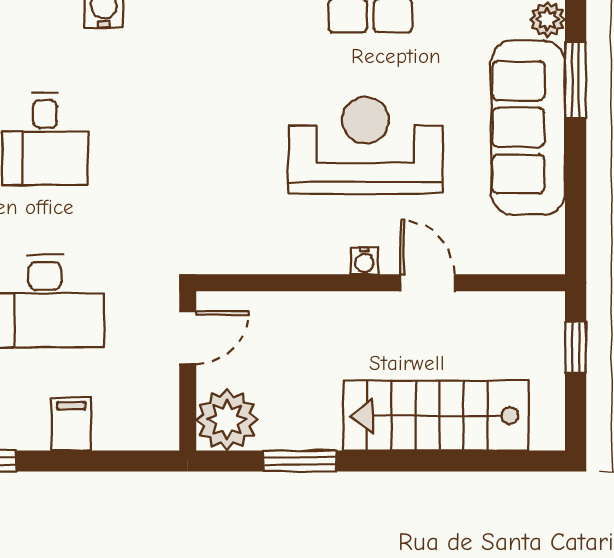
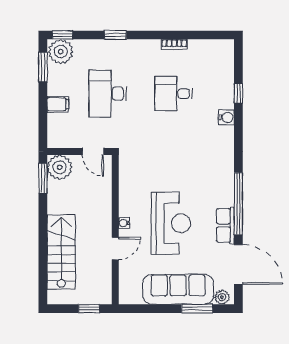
window: (300, 461) -> (43, 178), moved

